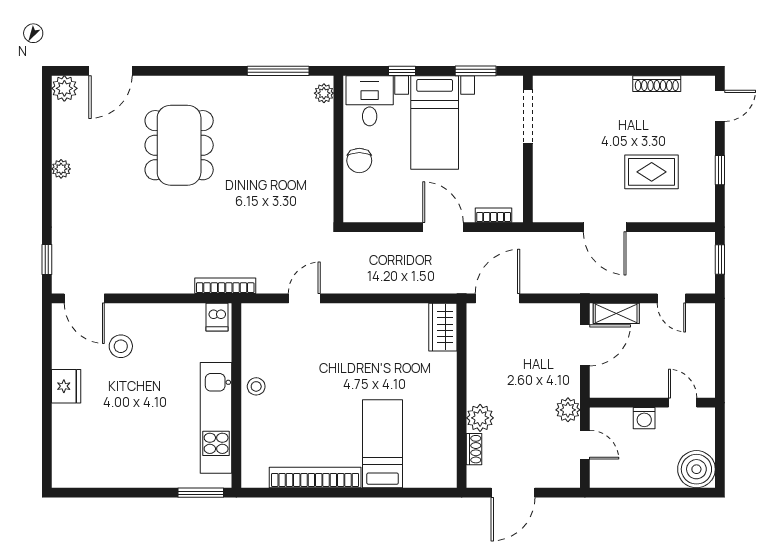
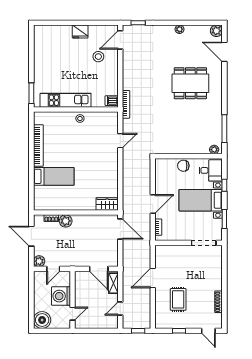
door: (304, 298) -> (120, 141), hinge flipped
plant: (568, 410) -> (39, 261), moved
washing machine: (644, 418) -> (61, 296), width x1.89, depth x1.89

